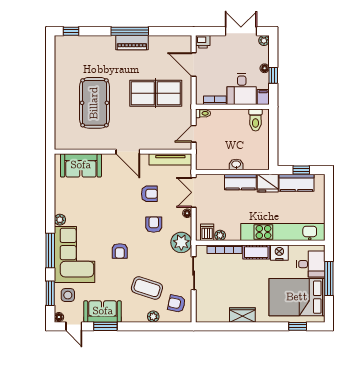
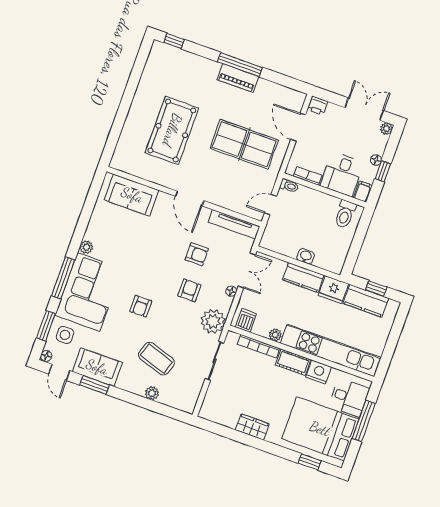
double door: (194, 192) -> (247, 270), swing flipped
plant: (220, 235) -> (275, 335), moved
armchair: (177, 304) -> (183, 388), removed

